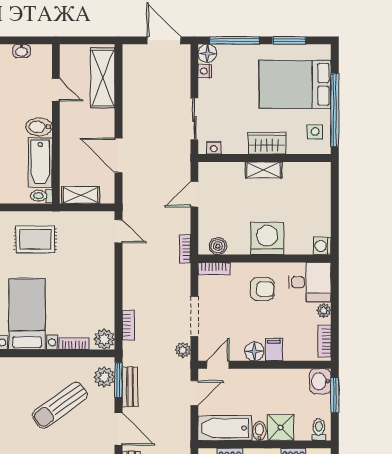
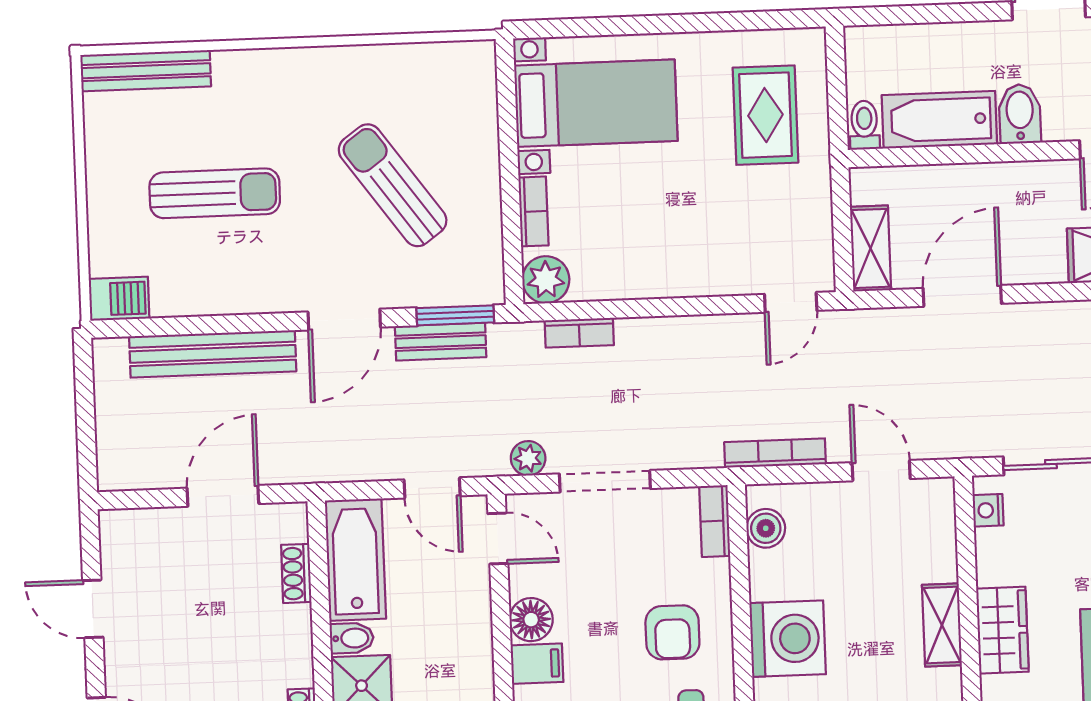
shelving: (81, 195) -> (871, 248), moved
bookcase: (185, 249) -> (775, 453), width x1.56
plant: (104, 377) -> (460, 283), removed

